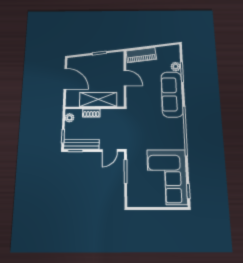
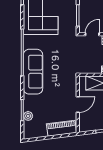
door: (125, 78) -> (78, 104), swing flipped
sofa: (172, 94) -> (33, 72), moved

